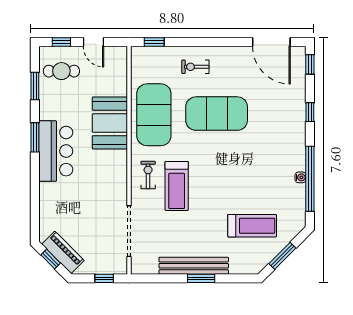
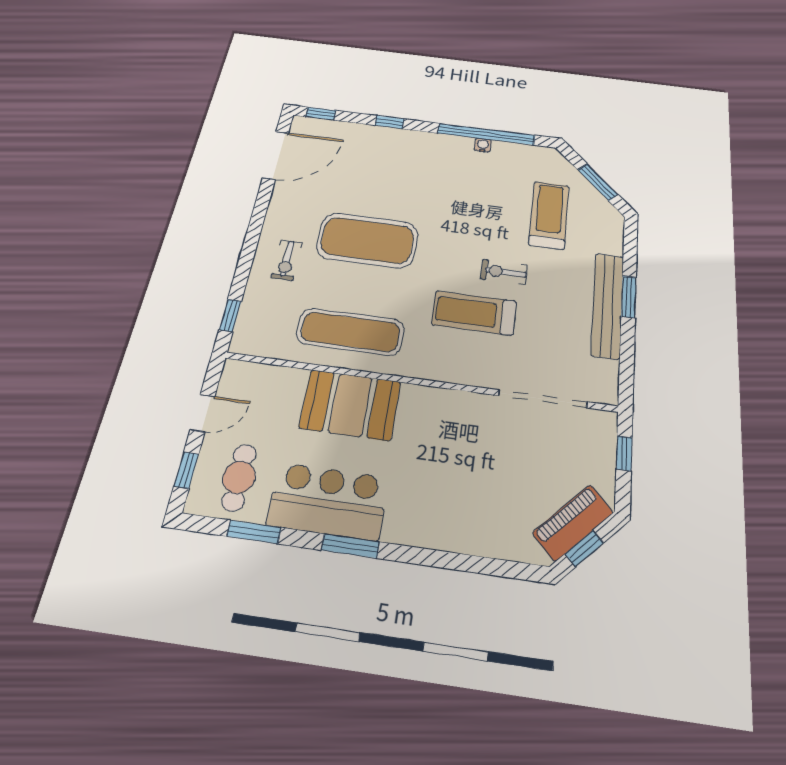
exercise mat: (217, 114) -> (367, 240), turned 90
exercise mat: (154, 115) -> (350, 332), width x0.68
bar counter: (56, 151) -> (328, 501), moved
exercise bike: (148, 175) -> (504, 272), moved
treadmill: (177, 186) -> (474, 313), turned 180

